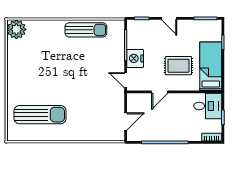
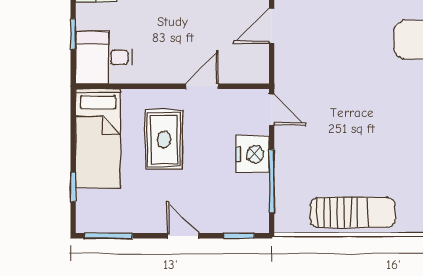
sun lounger: (86, 30) -> (353, 212), turned 180
rug: (178, 66) -> (164, 140), turned 90

